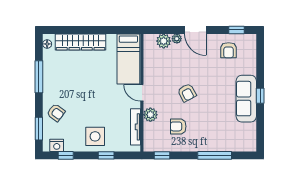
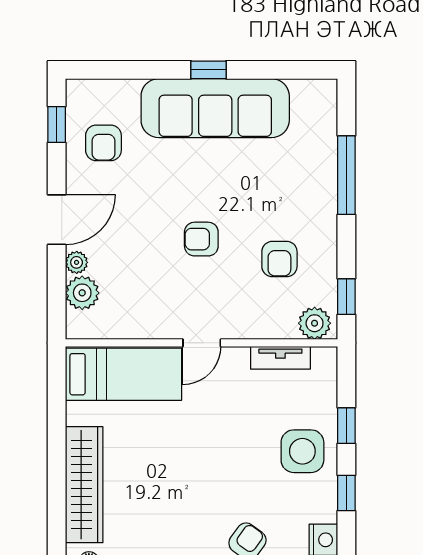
armchair: (229, 50) -> (103, 143), turned 90
armchair: (187, 93) -> (201, 239), turned -152
sofa: (246, 99) -> (215, 108), width x1.36, depth x1.27
plant: (150, 115) -> (315, 323), moved
tv unit: (135, 127) -> (280, 358), width x0.71
window: (66, 155) -> (346, 493), moved

